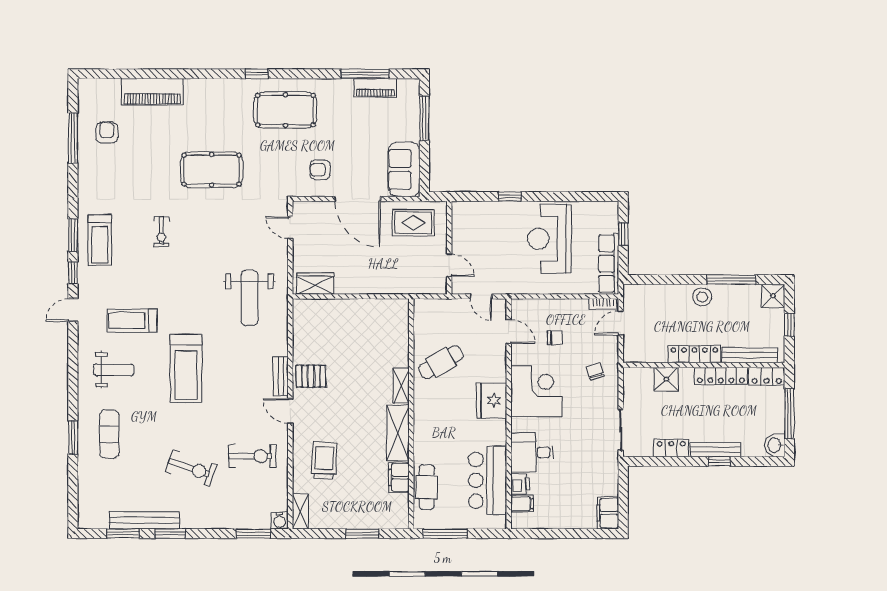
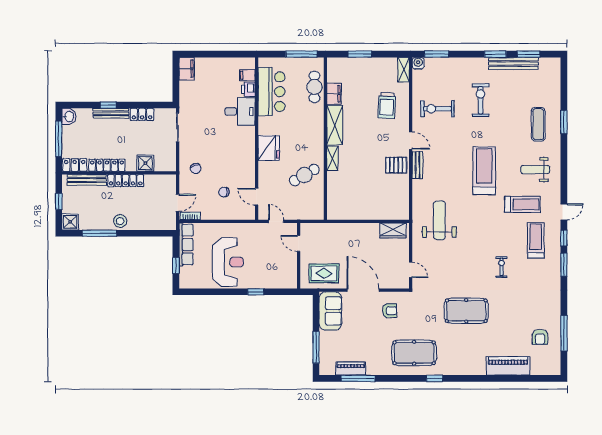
treadmill: (100, 240) -> (536, 240), moved
corner desk: (536, 391) -> (237, 155), removed
exercise bike: (191, 468) -> (481, 100), turned 71

